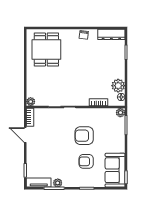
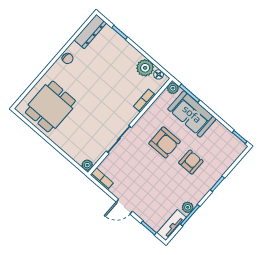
dining table: (46, 50) -> (50, 107), turned 90
door: (25, 135) -> (124, 207), moved
armchair: (84, 136) -> (165, 142), turned -90
armchair: (86, 161) -> (191, 162), turned 180
sofa: (115, 170) -> (192, 114), moved

